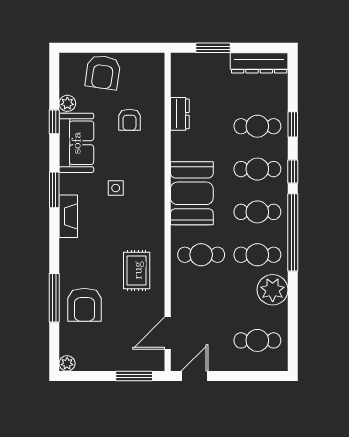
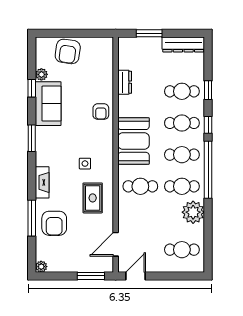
armchair: (129, 120) -> (101, 112), moved
side table: (116, 188) -> (85, 164), moved
fireplace: (68, 216) -> (42, 182), moved

